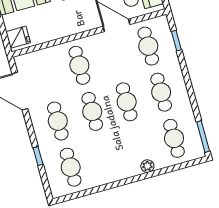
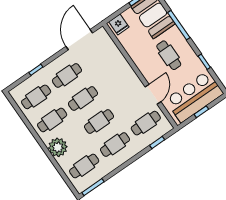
cafe table: (79, 65) -> (52, 120), moved
plant: (147, 166) -> (58, 147), width x1.88, depth x1.88

